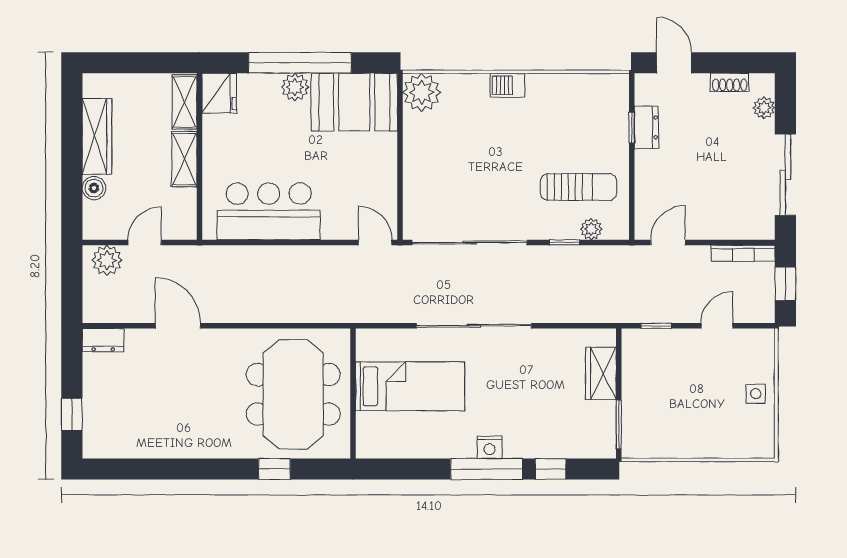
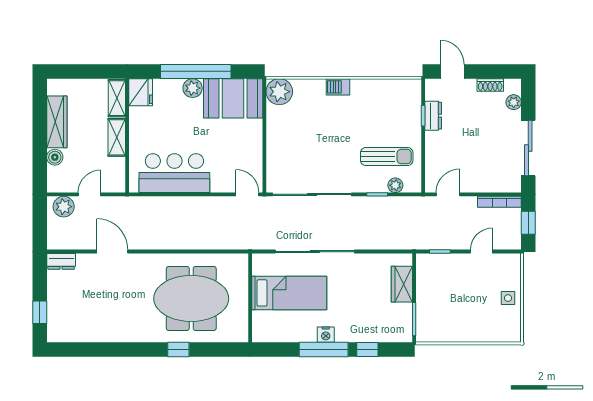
bed: (410, 386) -> (289, 293), moved
meeting table: (293, 394) -> (191, 298), turned 90
wall: (353, 394) -> (250, 298), moved

